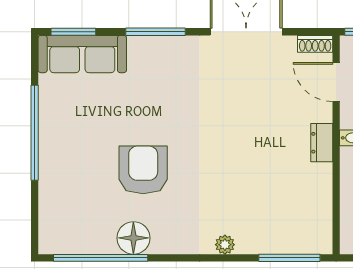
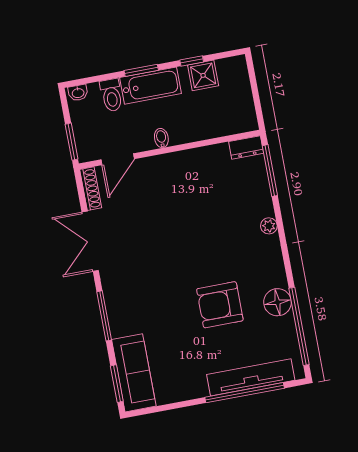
shoe rack: (315, 44) -> (91, 189), width x1.43
window: (35, 133) -> (245, 393), moved
dresser: (322, 143) -> (246, 147), moved
tv unit: (51, 190) -> (251, 377), added

